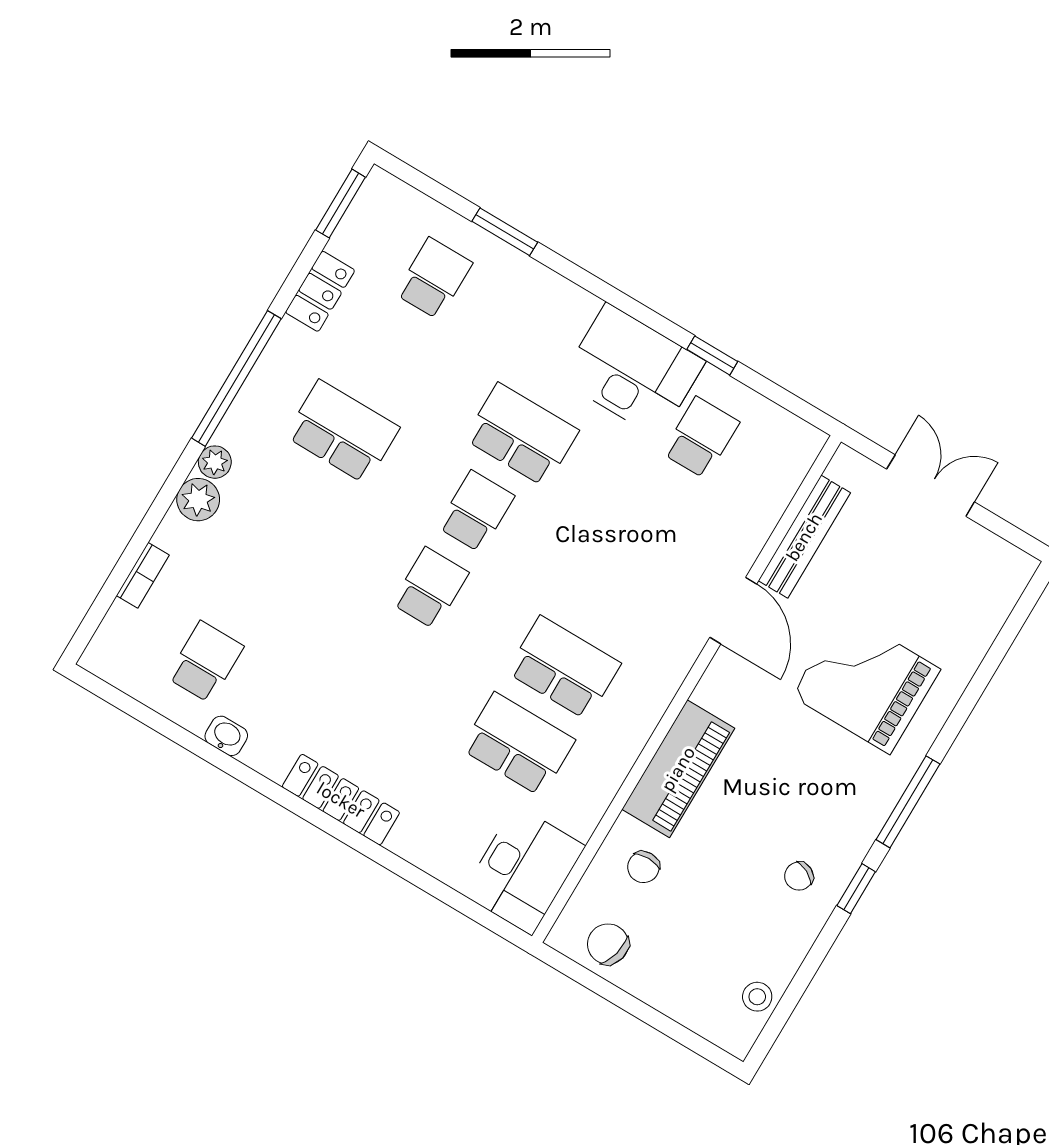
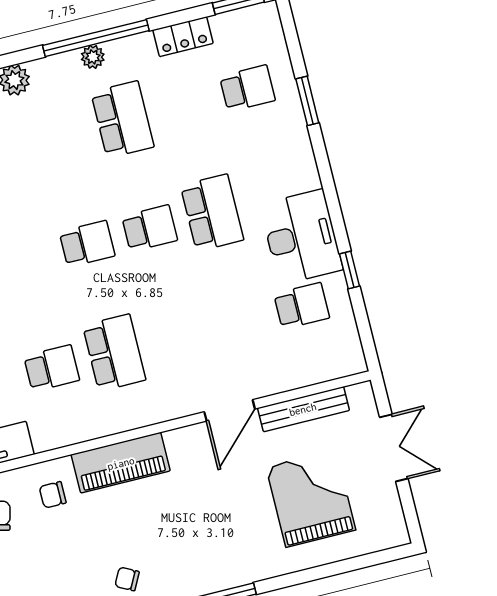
plant: (215, 462) -> (93, 57), moved
grand piano: (866, 682) -> (311, 498), moved
school desk: (518, 744) -> (52, 368), width x0.54

